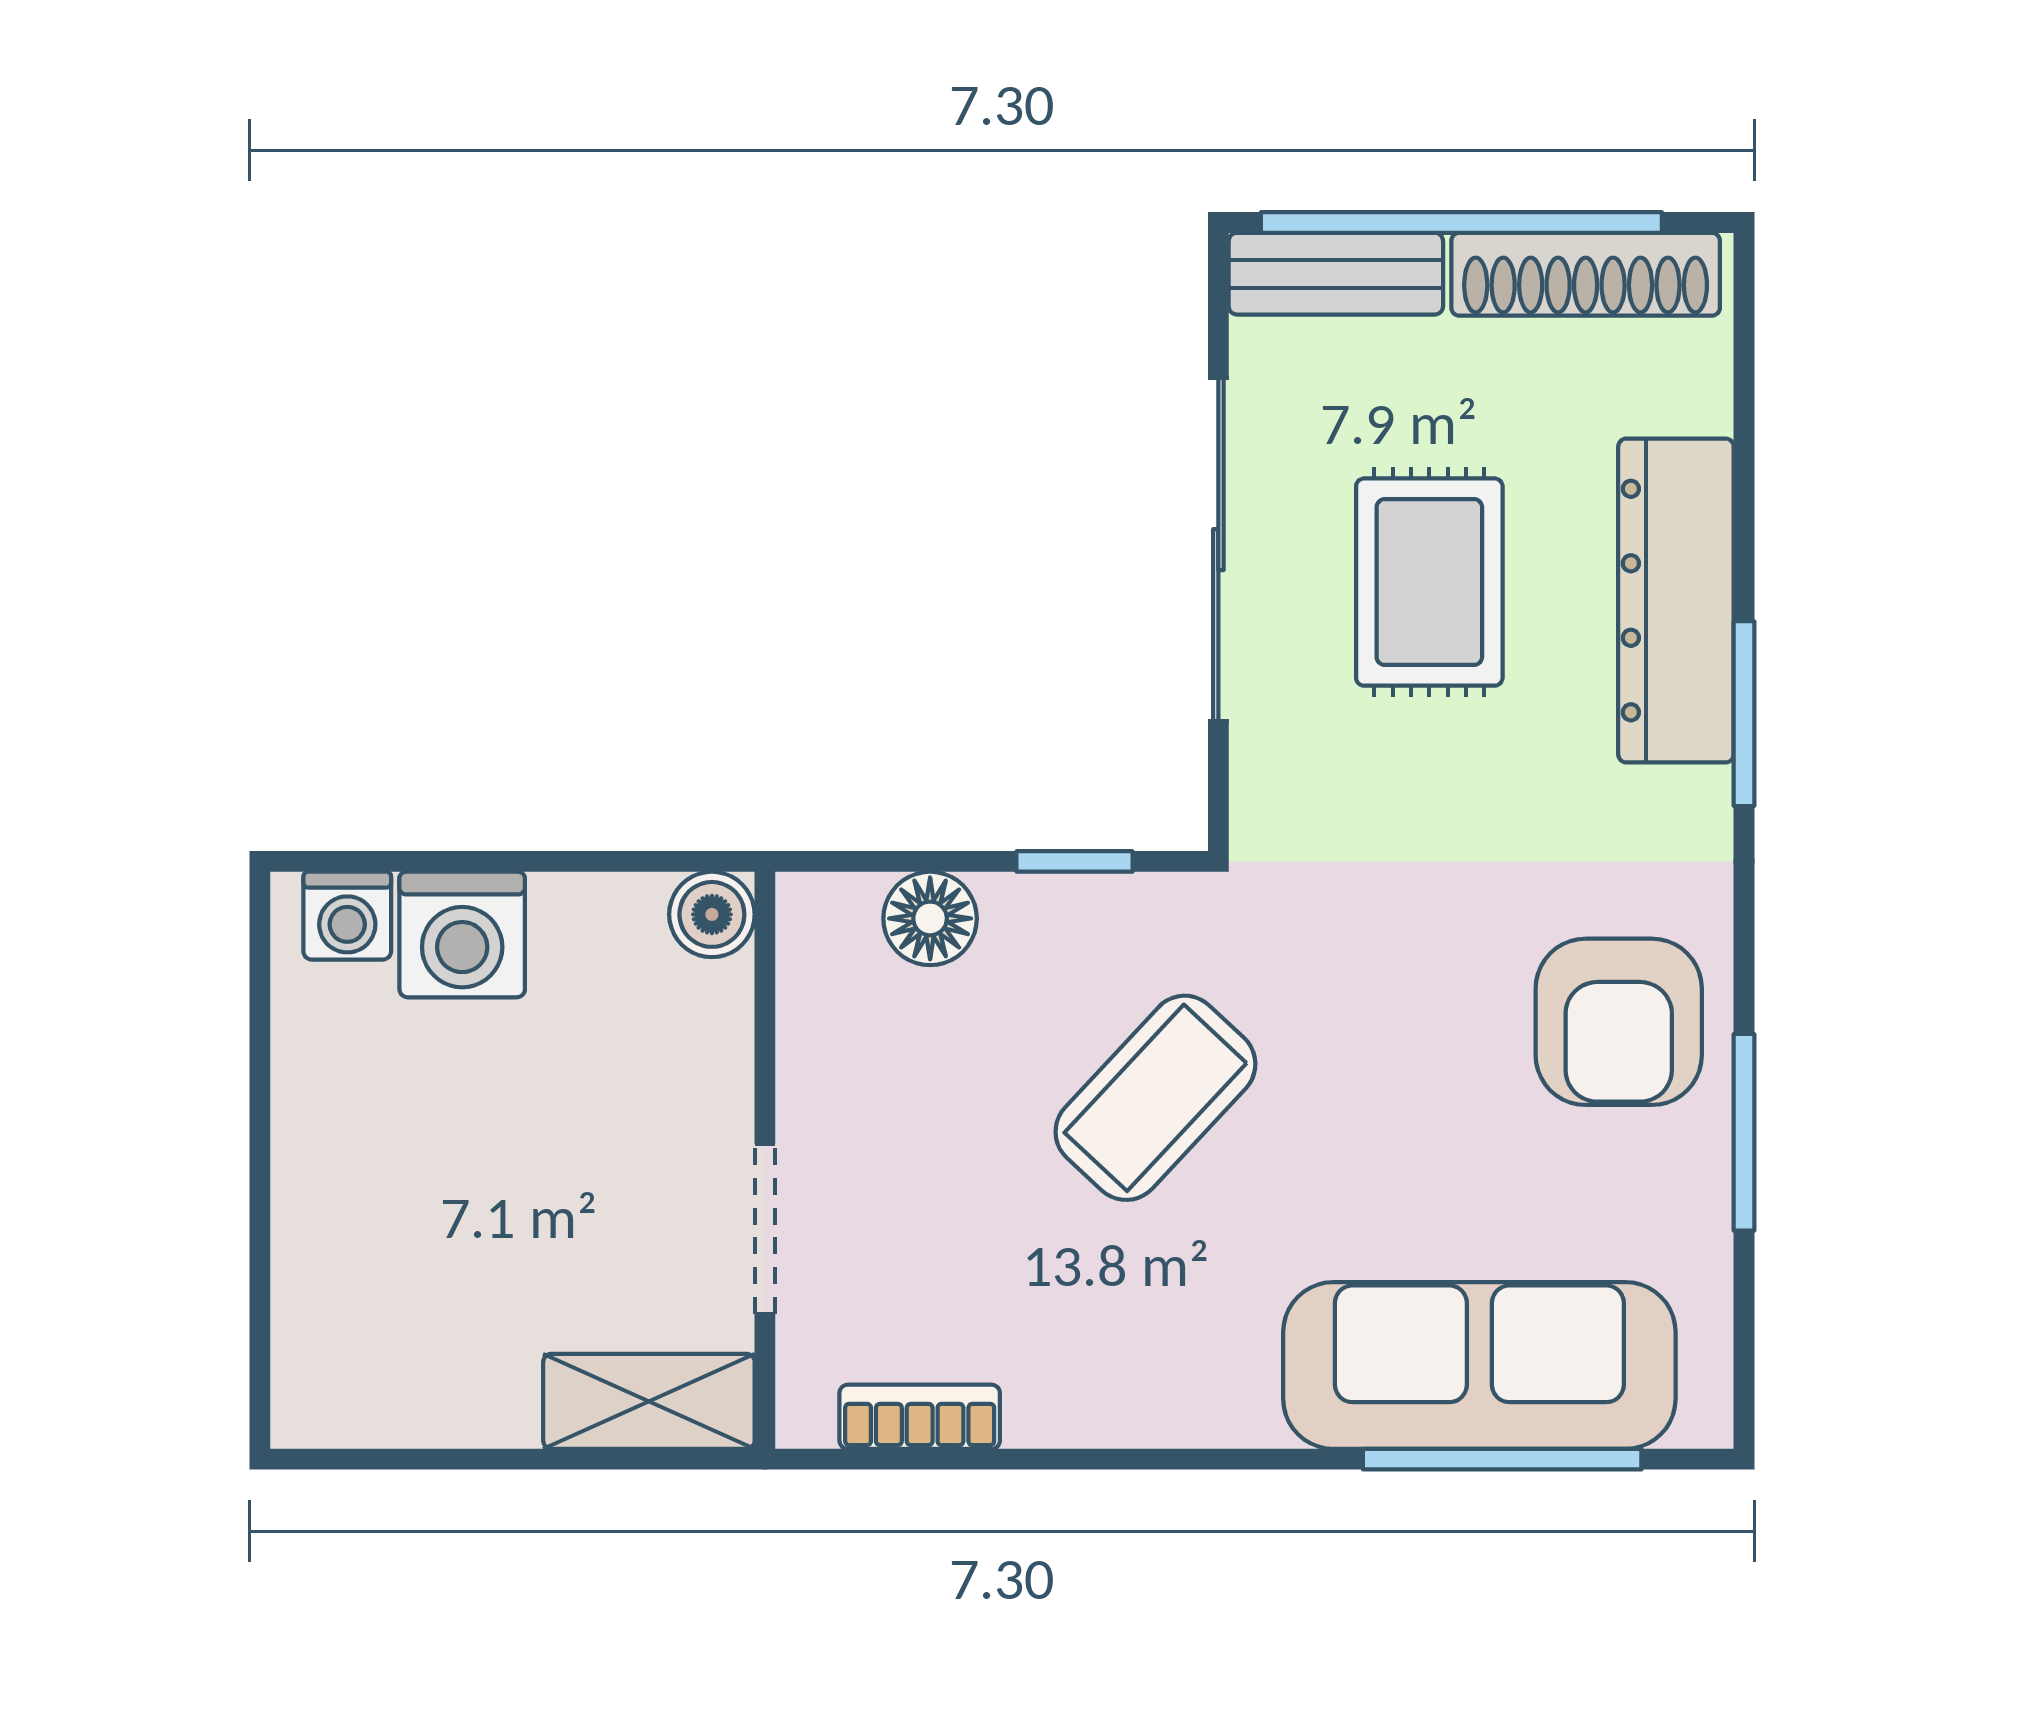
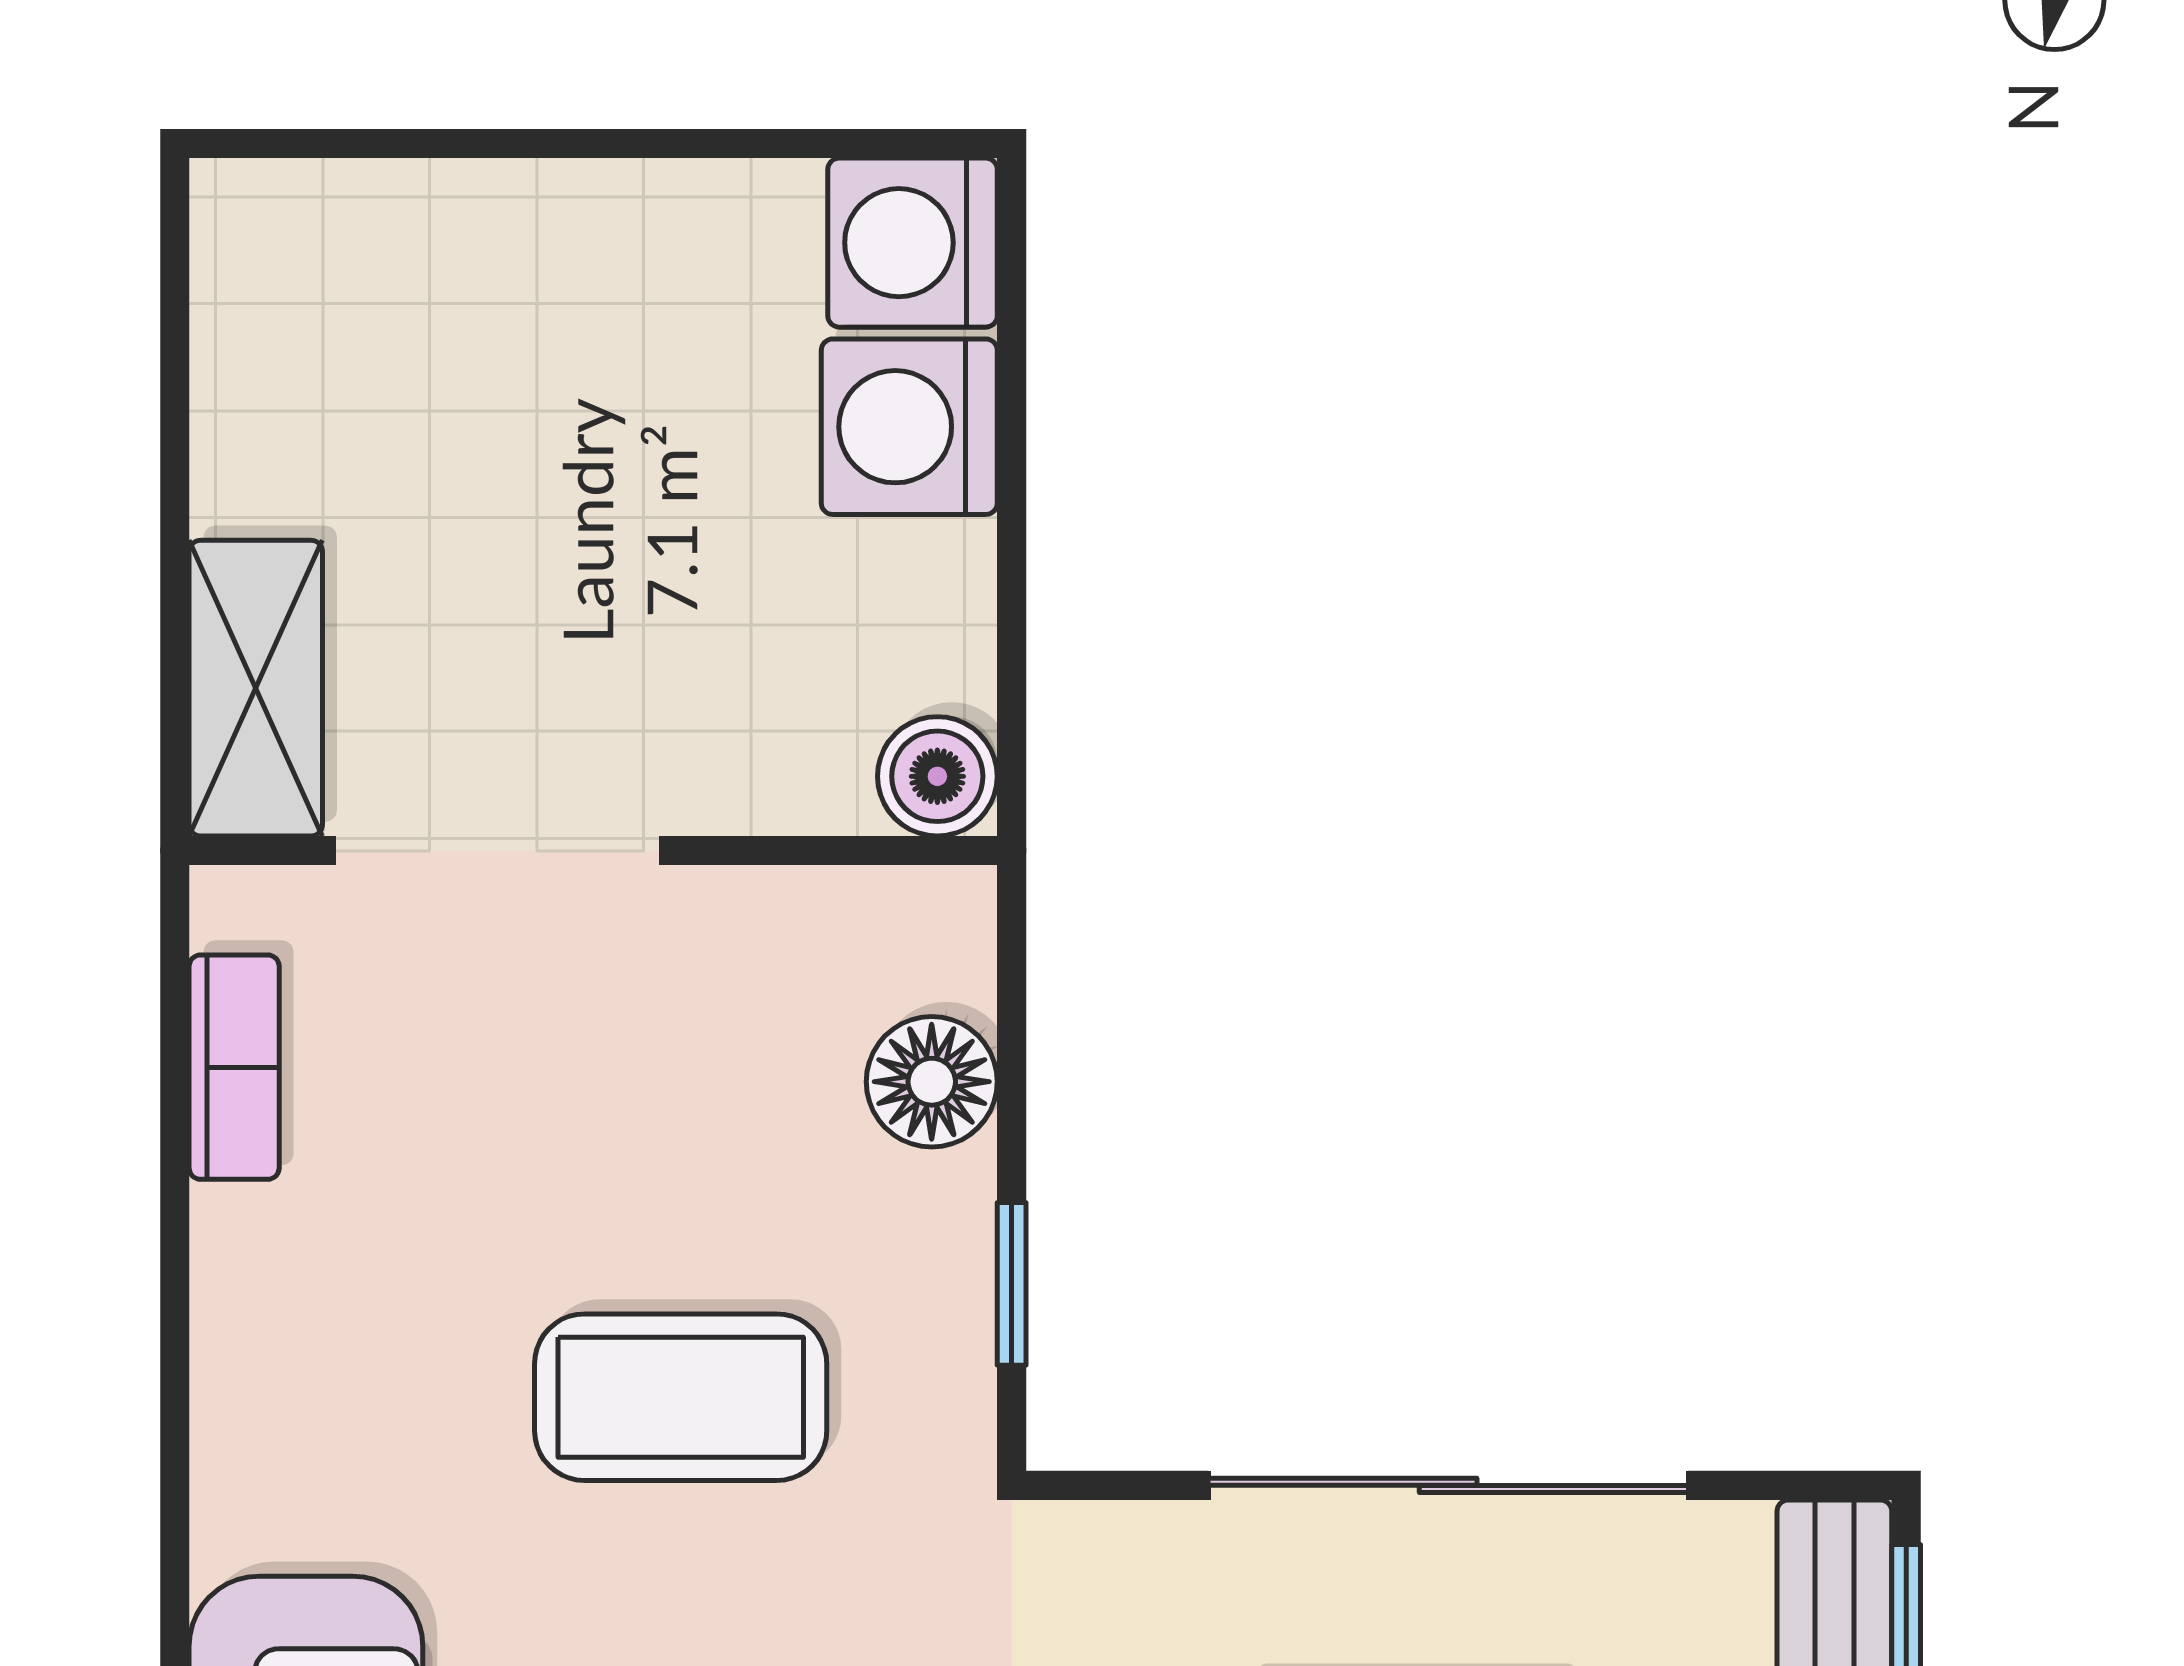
washing machine: (347, 916) -> (913, 243), width x1.38, depth x1.38
coffee table: (1155, 1098) -> (681, 1397), turned -43
doorway: (765, 1229) -> (498, 851), width x1.38

